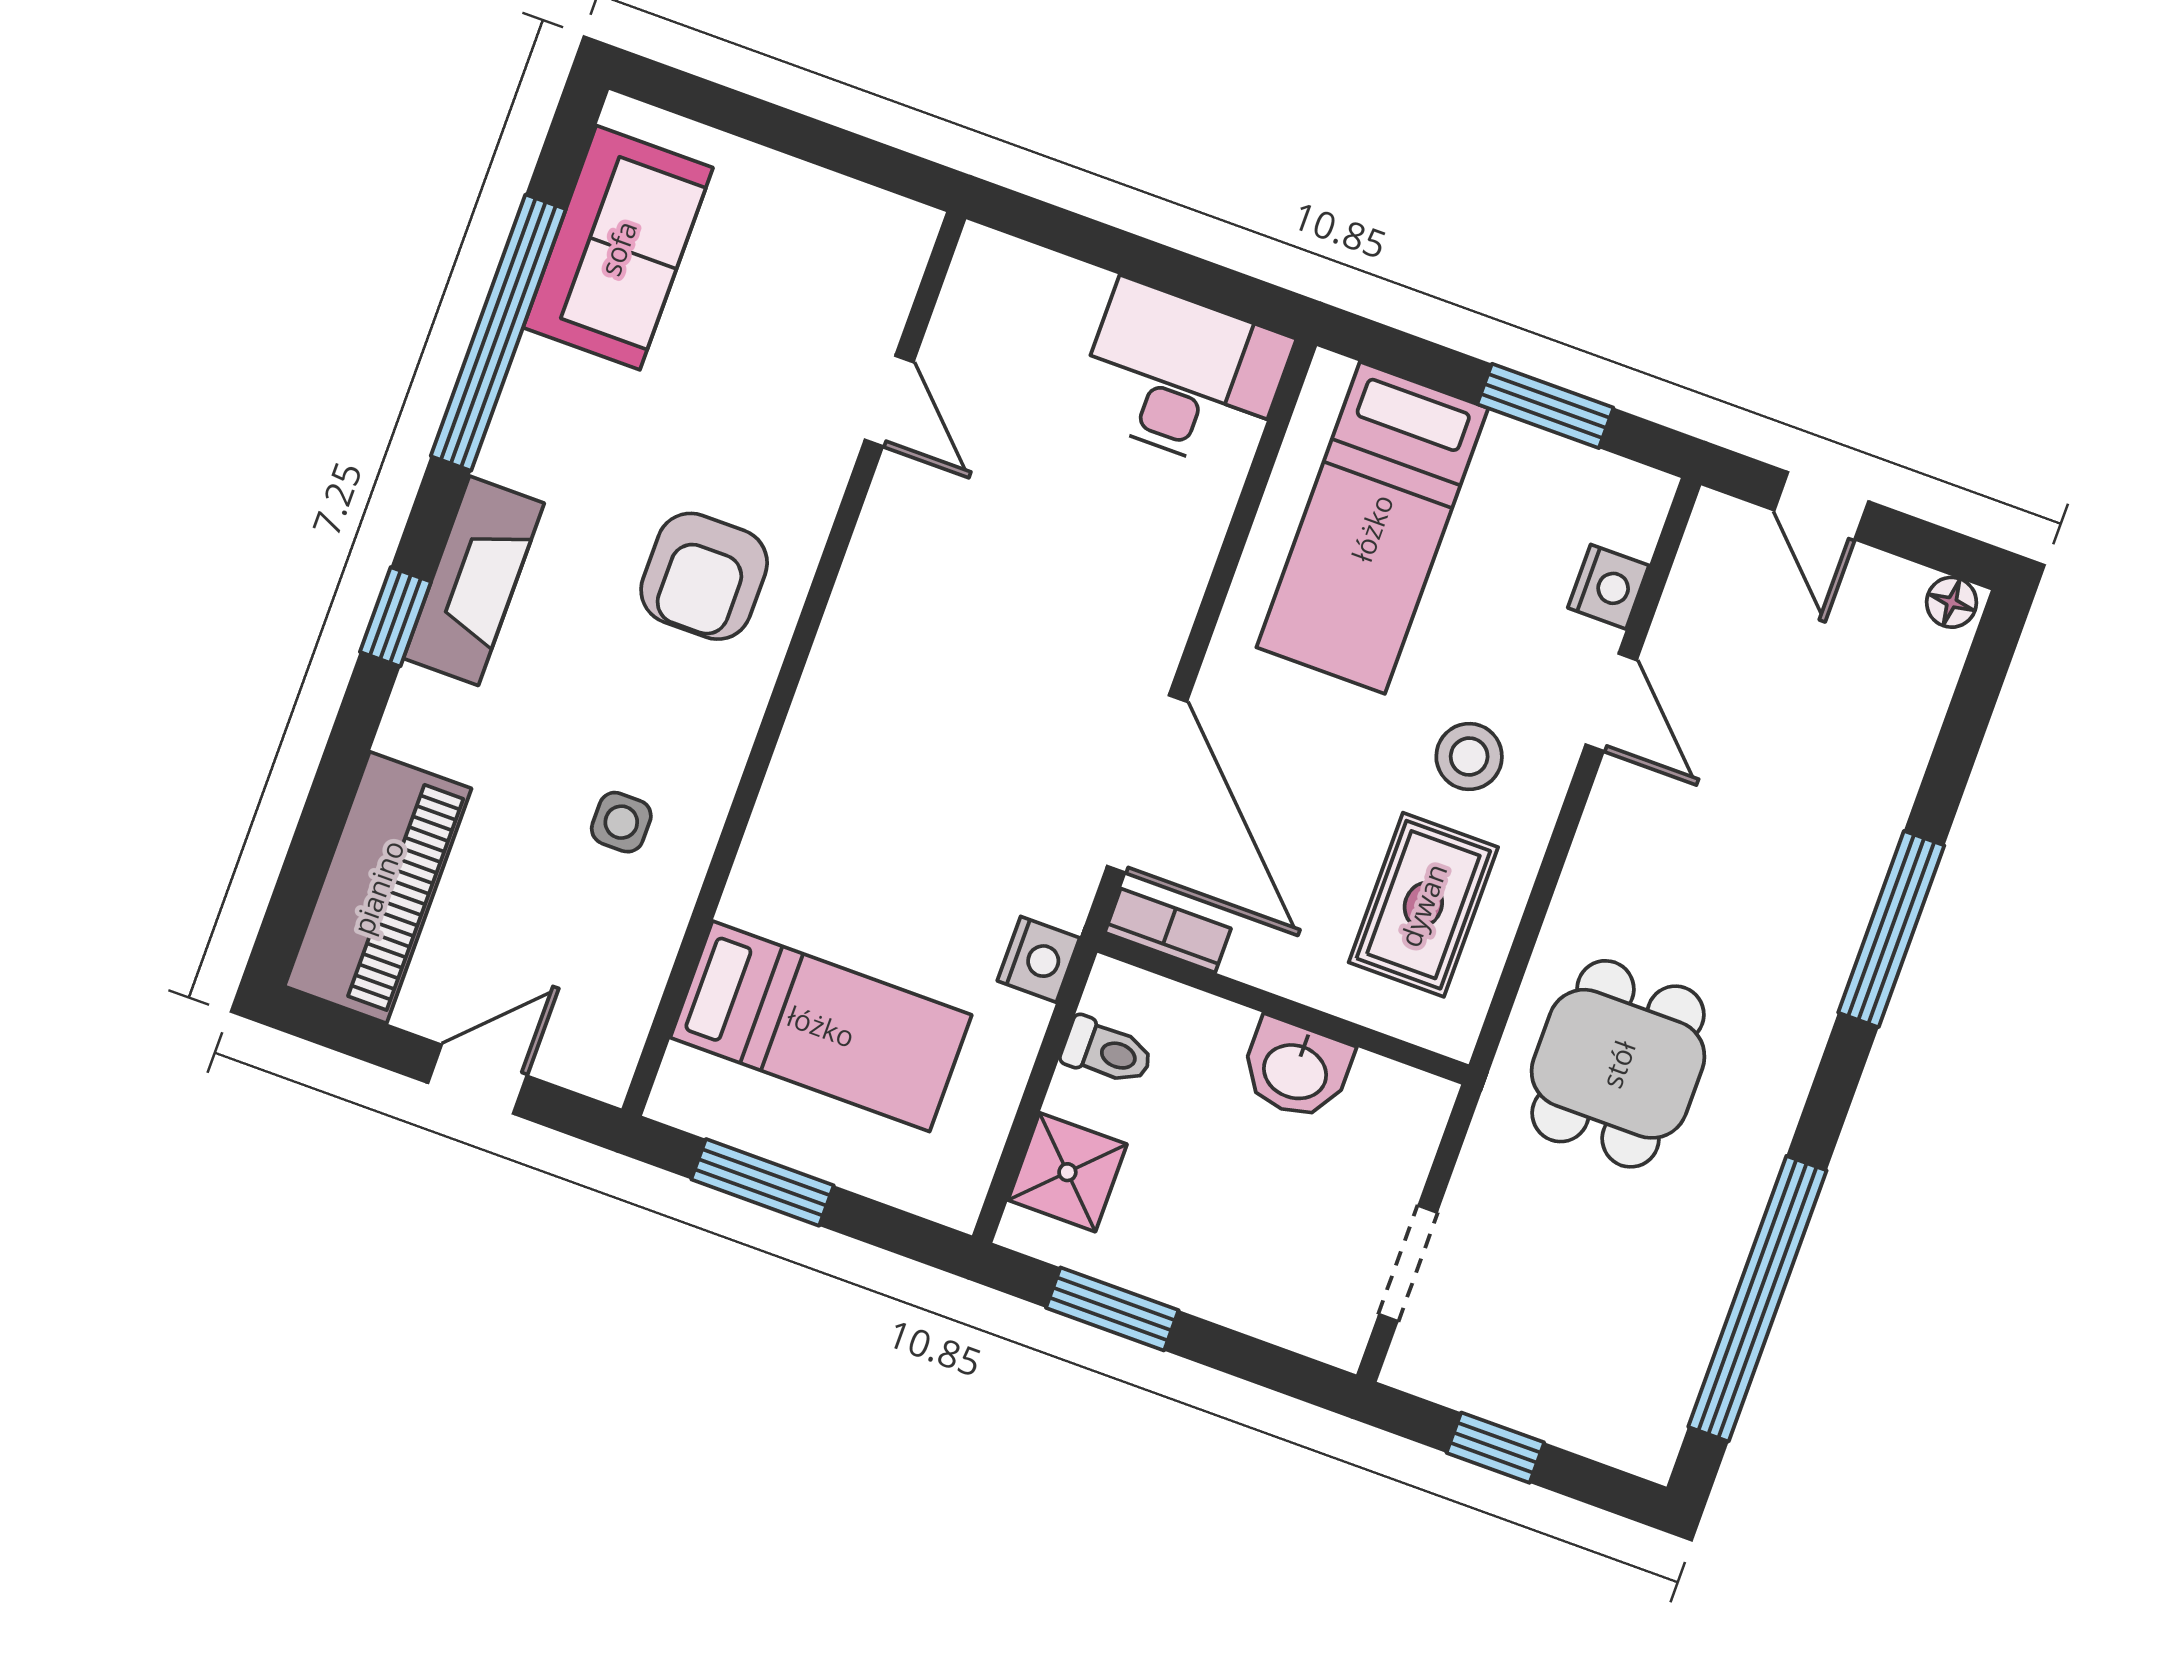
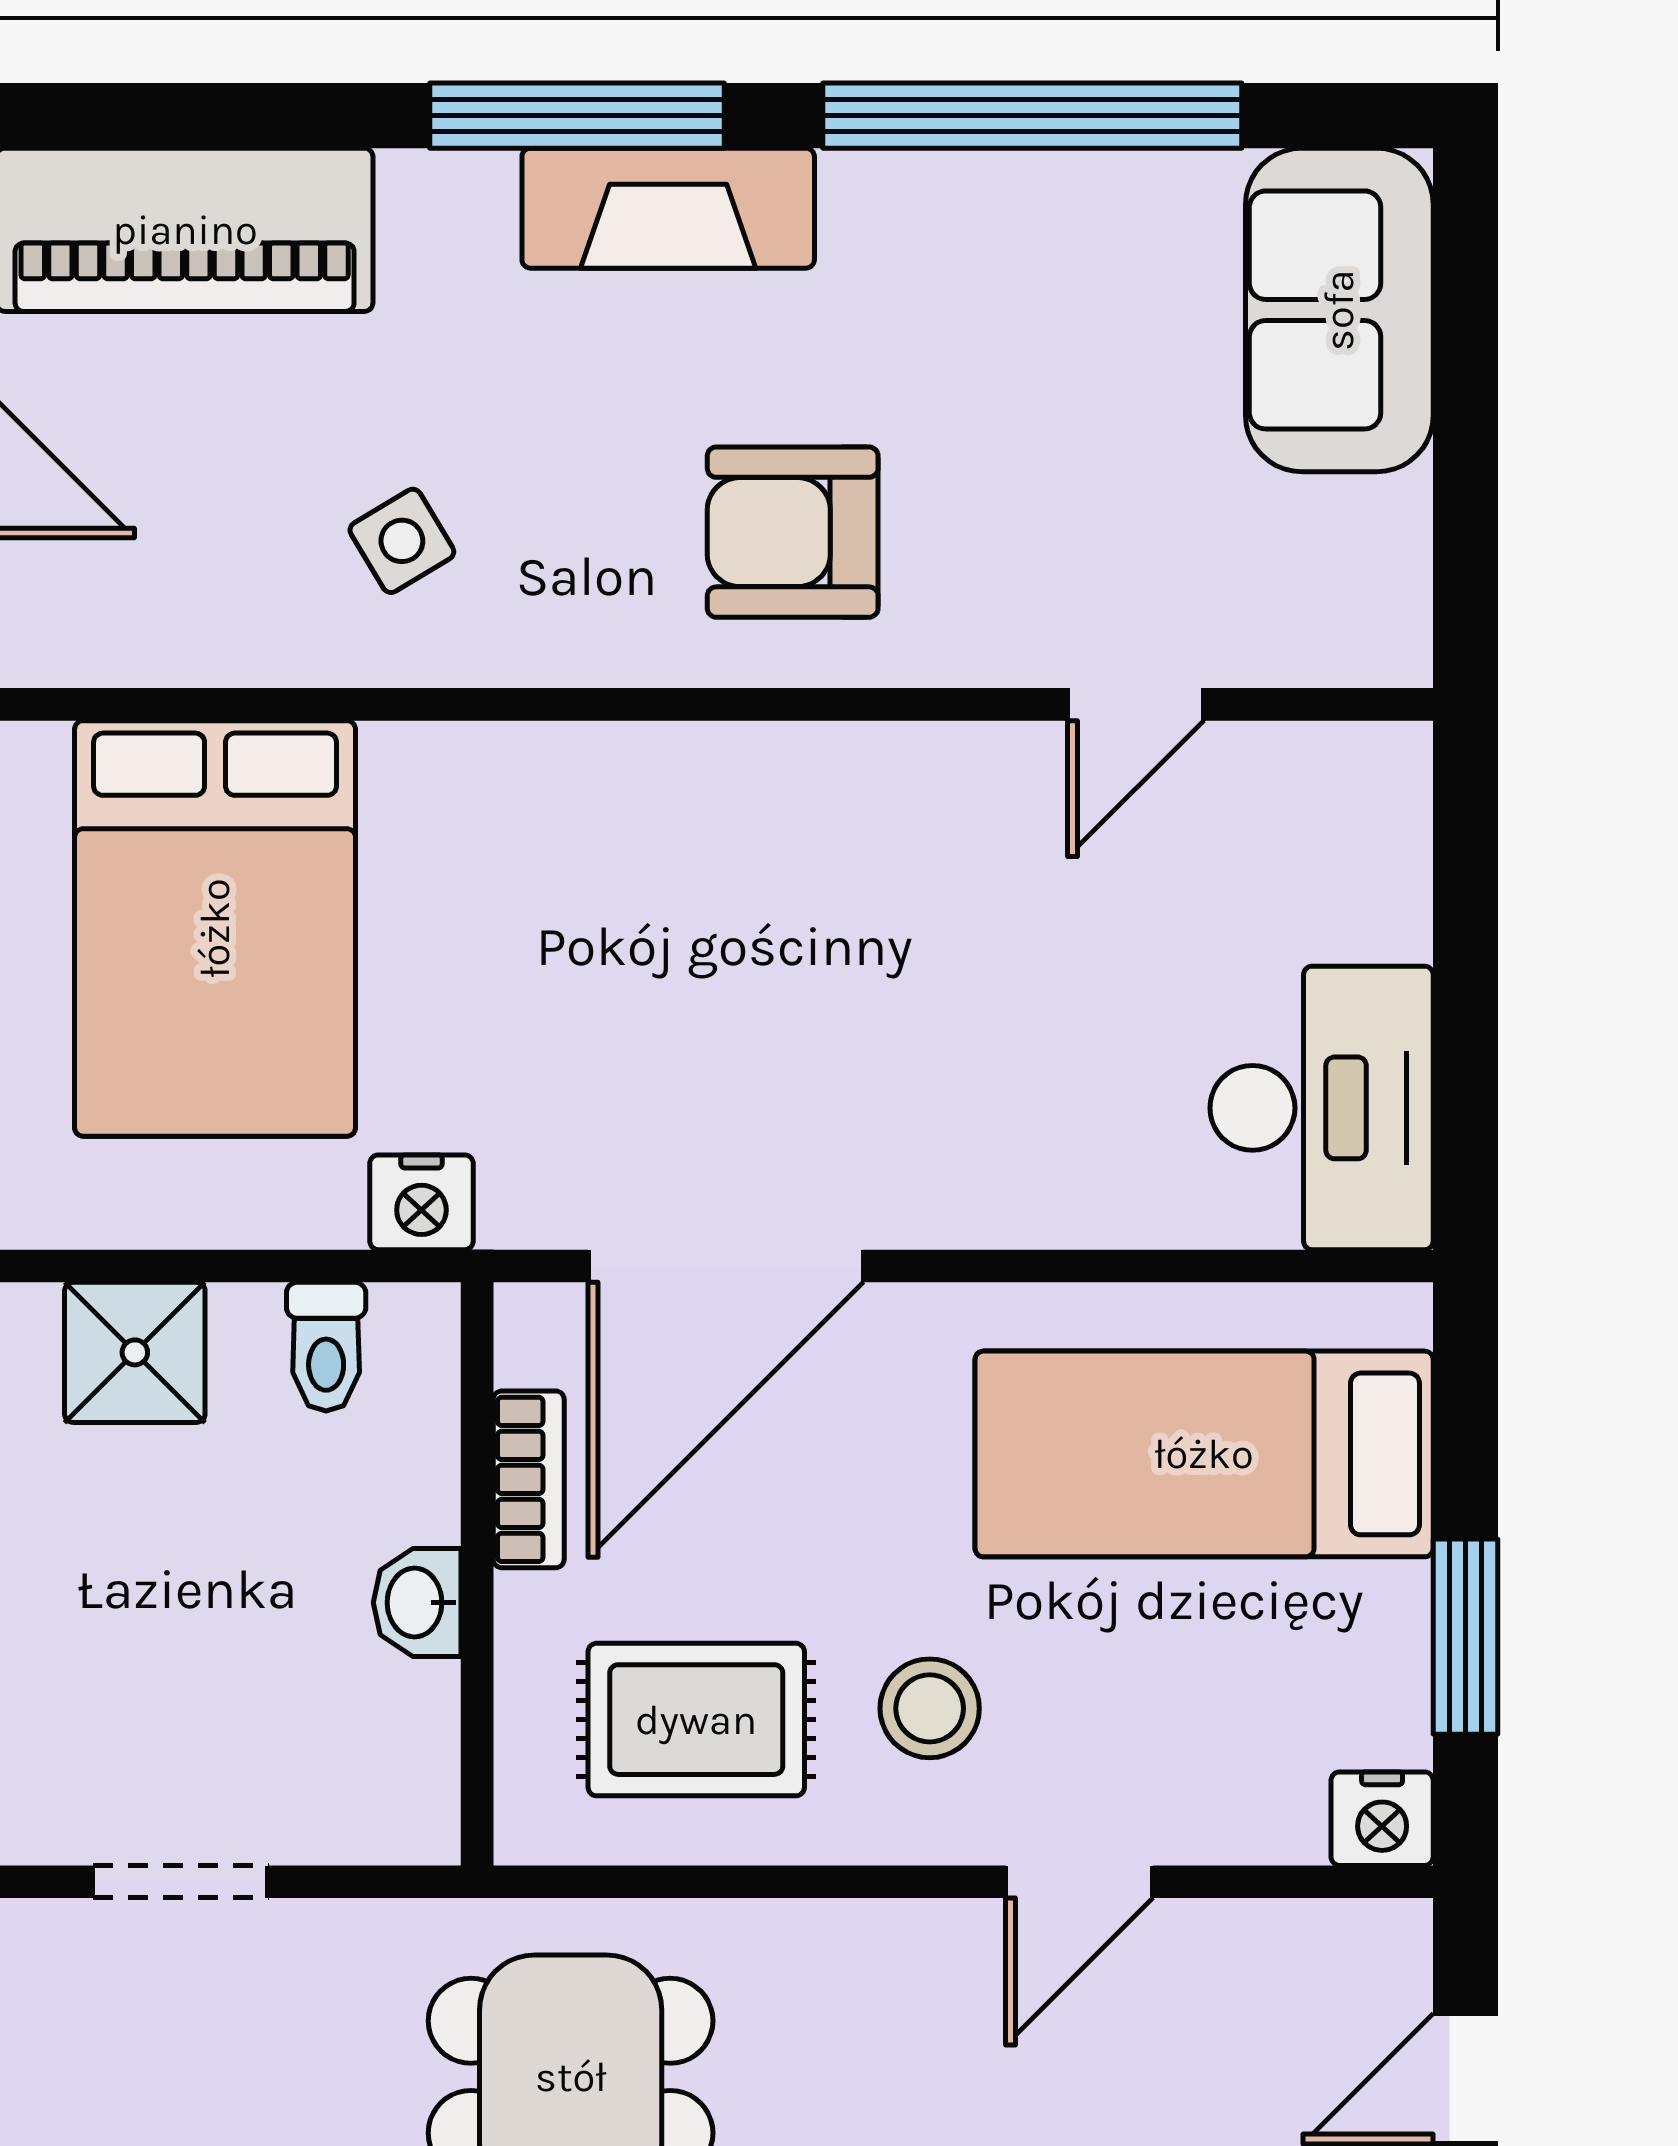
sofa: (618, 248) -> (1339, 310), moved, turned 90
nightstand: (1608, 587) -> (1382, 1819), moved
window: (395, 617) -> (577, 116), width x2.17
side table: (621, 822) -> (402, 541), turned -31
bookcase: (1168, 930) -> (529, 1479), moved
bed: (821, 1026) -> (215, 928), width x1.50
washbasin: (1296, 1069) -> (417, 1603), width x0.72, depth x0.69

